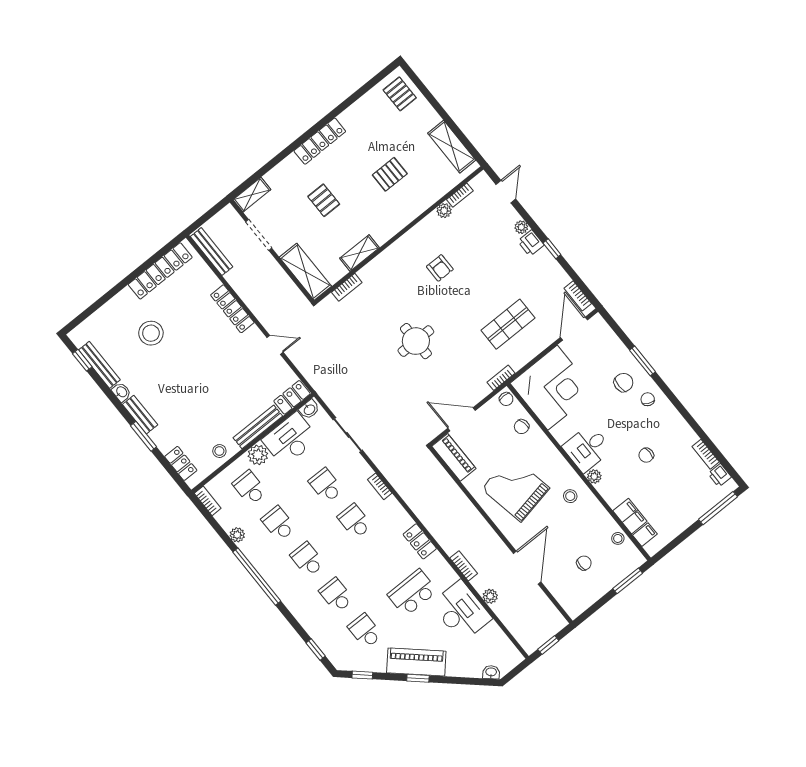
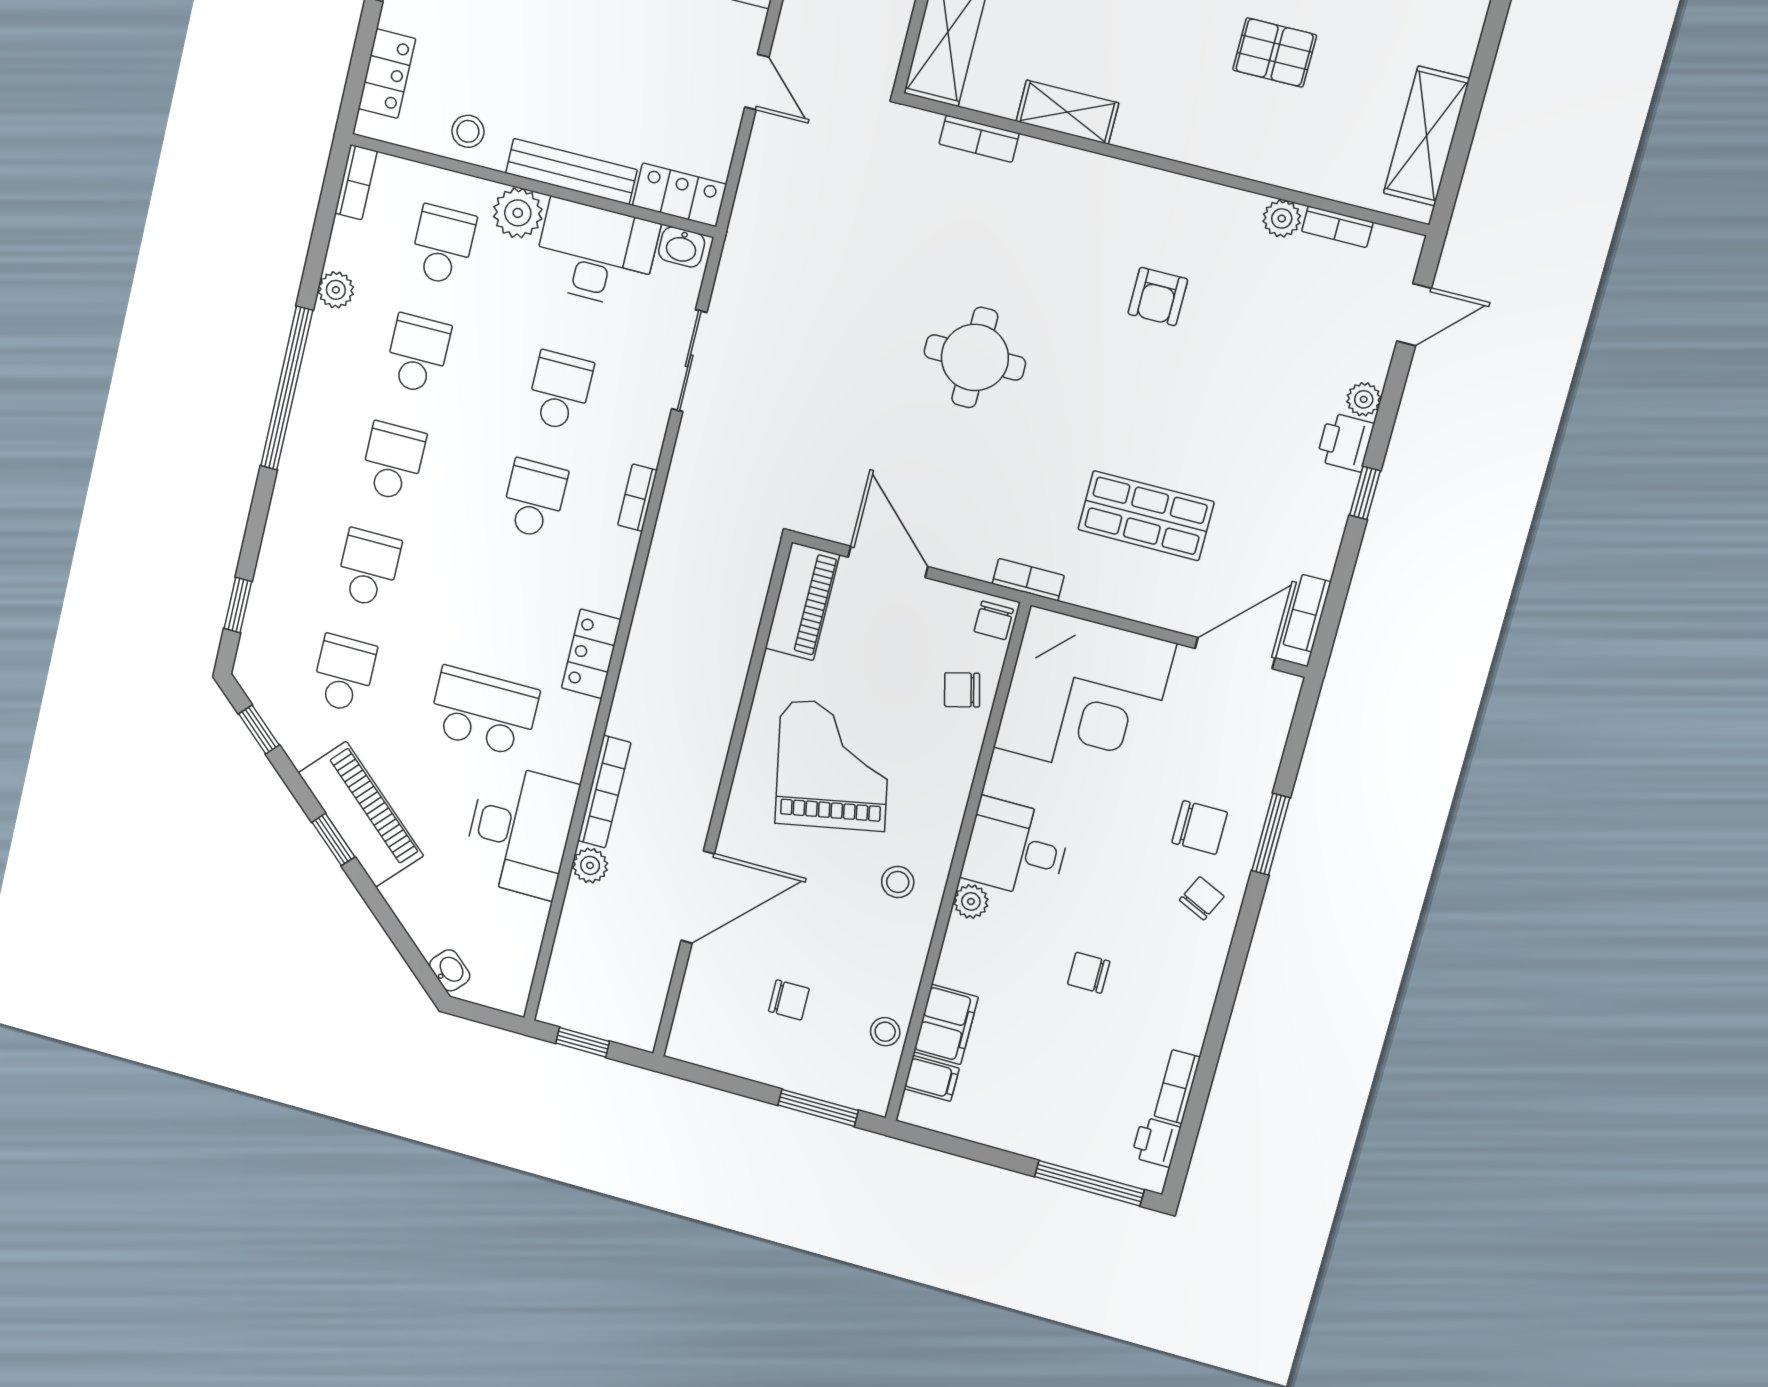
bookcase: (464, 566) -> (604, 792), width x1.56

